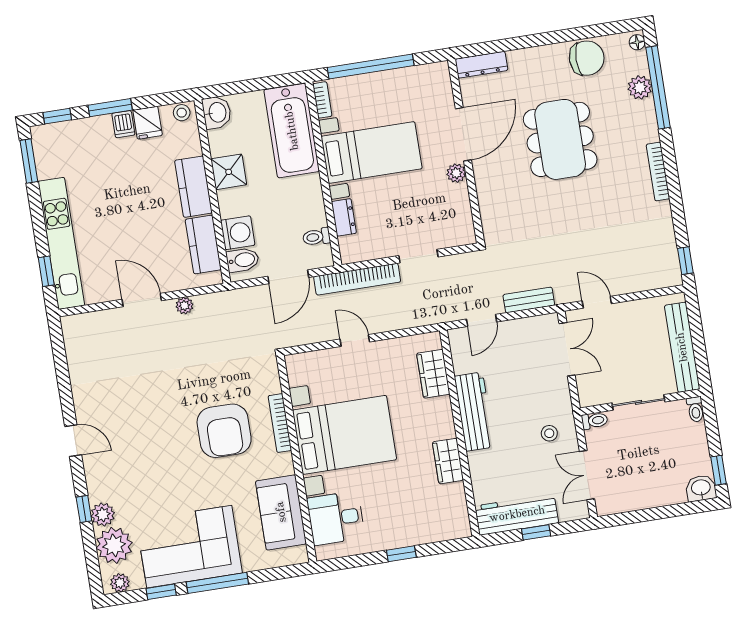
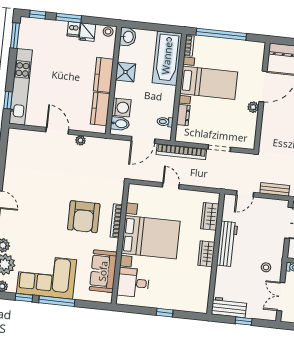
wardrobe: (448, 461) -> (206, 254), moved
workbench: (517, 514) -> (229, 307), width x0.73

